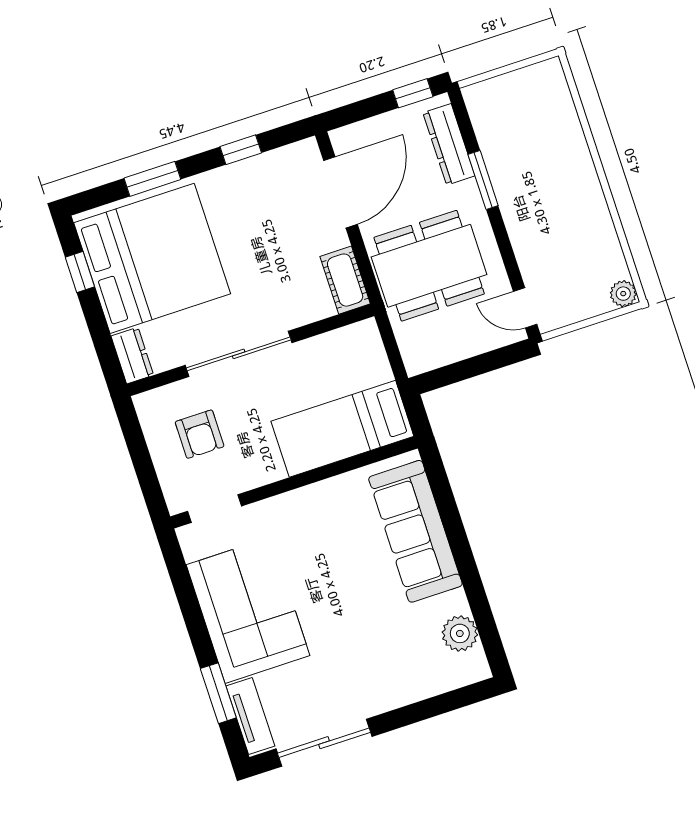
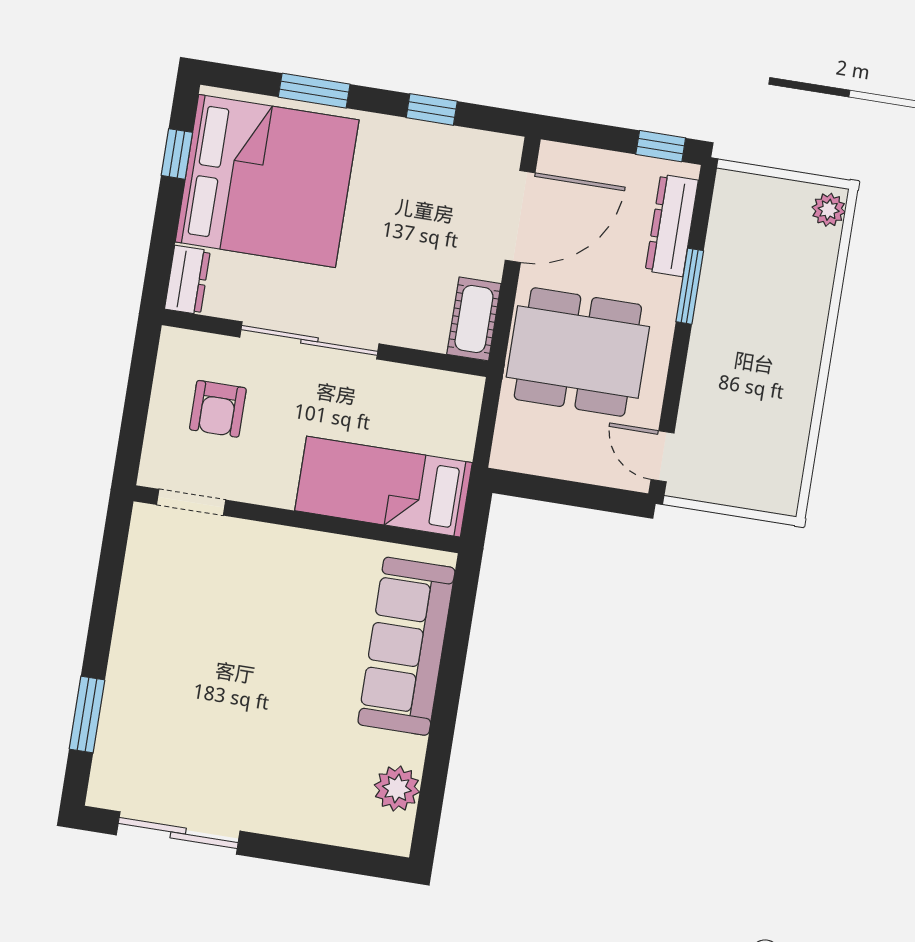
plant: (623, 294) -> (829, 210), moved
corner sofa: (248, 610) -> (170, 638), removed
tv unit: (250, 716) -> (110, 759), removed

